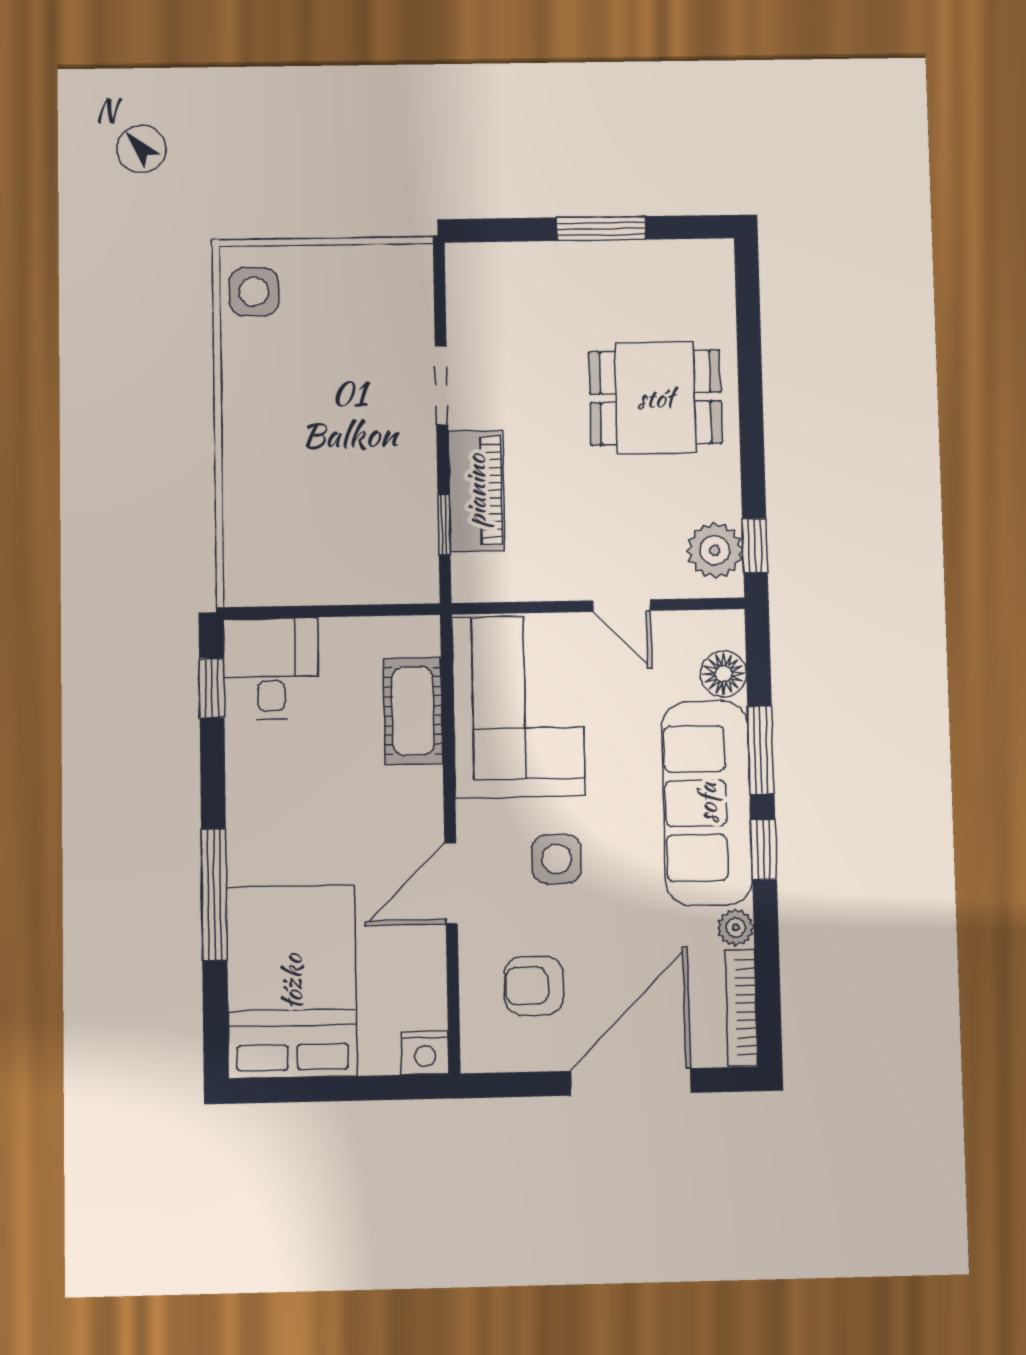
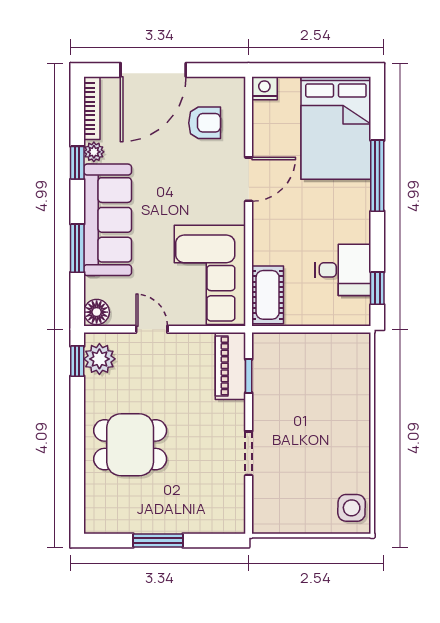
piano: (476, 491) -> (230, 366), moved
desk: (271, 669) -> (343, 270), moved, turned -90
floor lamp: (724, 674) -> (97, 312), moved
cot: (413, 711) -> (268, 295), moved
window: (764, 850) -> (77, 163), moved
side table: (557, 859) -> (191, 191), removed

